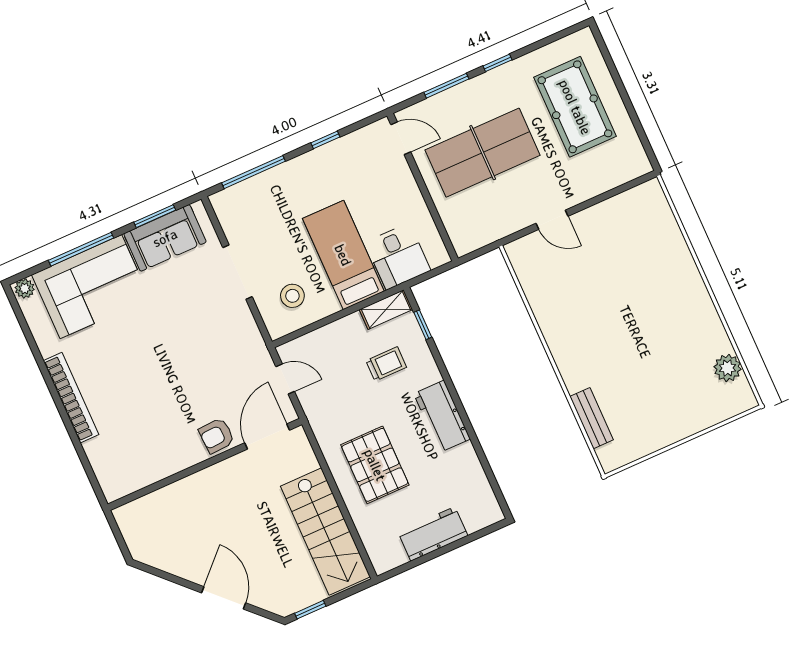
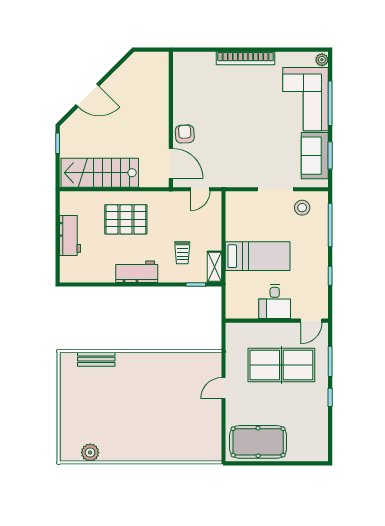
pool table: (575, 107) -> (258, 442), moved
table tennis table: (483, 153) -> (281, 365), turned 90
desk: (398, 256) -> (275, 302), moved, turned -90
stool: (292, 296) -> (302, 208), moved

